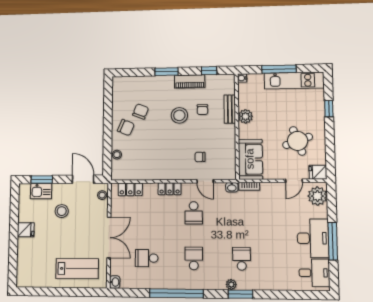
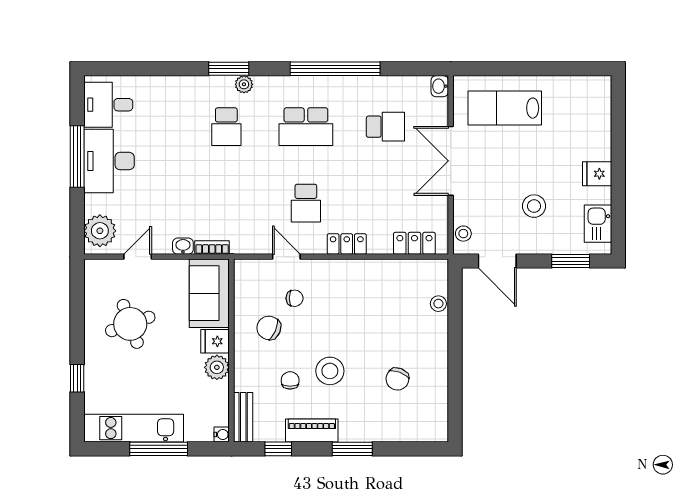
bench: (230, 109) -> (243, 417), moved
chair: (126, 128) -> (269, 328), moved
fridge: (318, 172) -> (215, 341), moved, turned 180
washbasin: (232, 187) -> (183, 246), moved
kitchen sink: (41, 191) -> (598, 224), moved, turned -90
school desk: (194, 213) -> (306, 203), turned 180
school desk: (194, 258) -> (306, 127), width x1.85

